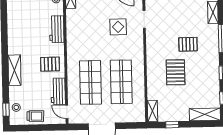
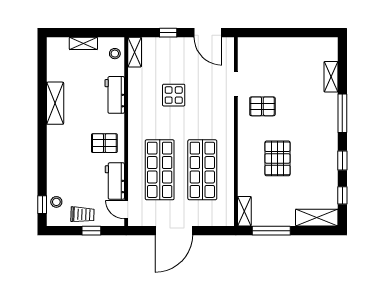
display table: (118, 27) -> (174, 95), moved
pallet: (188, 44) -> (262, 106), moved
shelving: (14, 70) -> (55, 103), moved
window: (172, 125) -> (271, 231), width x2.17
window: (42, 128) -> (91, 231), added

